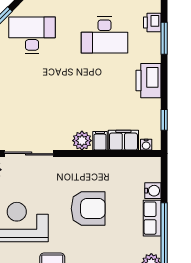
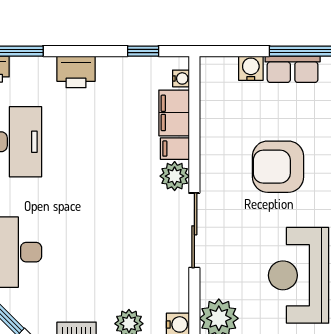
printer: (148, 81) -> (76, 72), width x0.73, depth x0.84
sliding door: (29, 154) -> (194, 230), moved
armchair: (88, 209) -> (278, 167), turned -90

